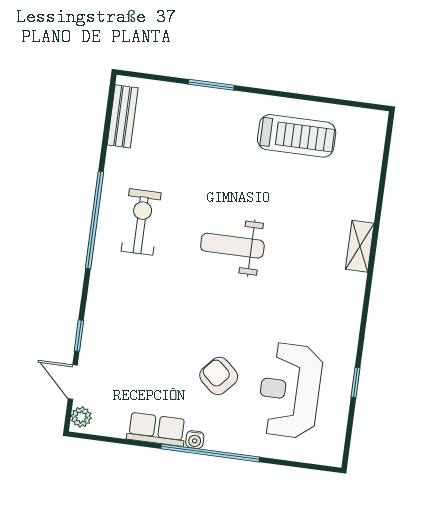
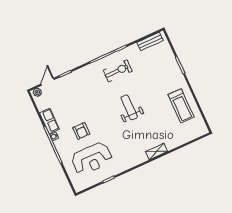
armchair: (219, 376) -> (81, 131), turned 138
reception desk: (290, 390) -> (92, 159), turned 180

